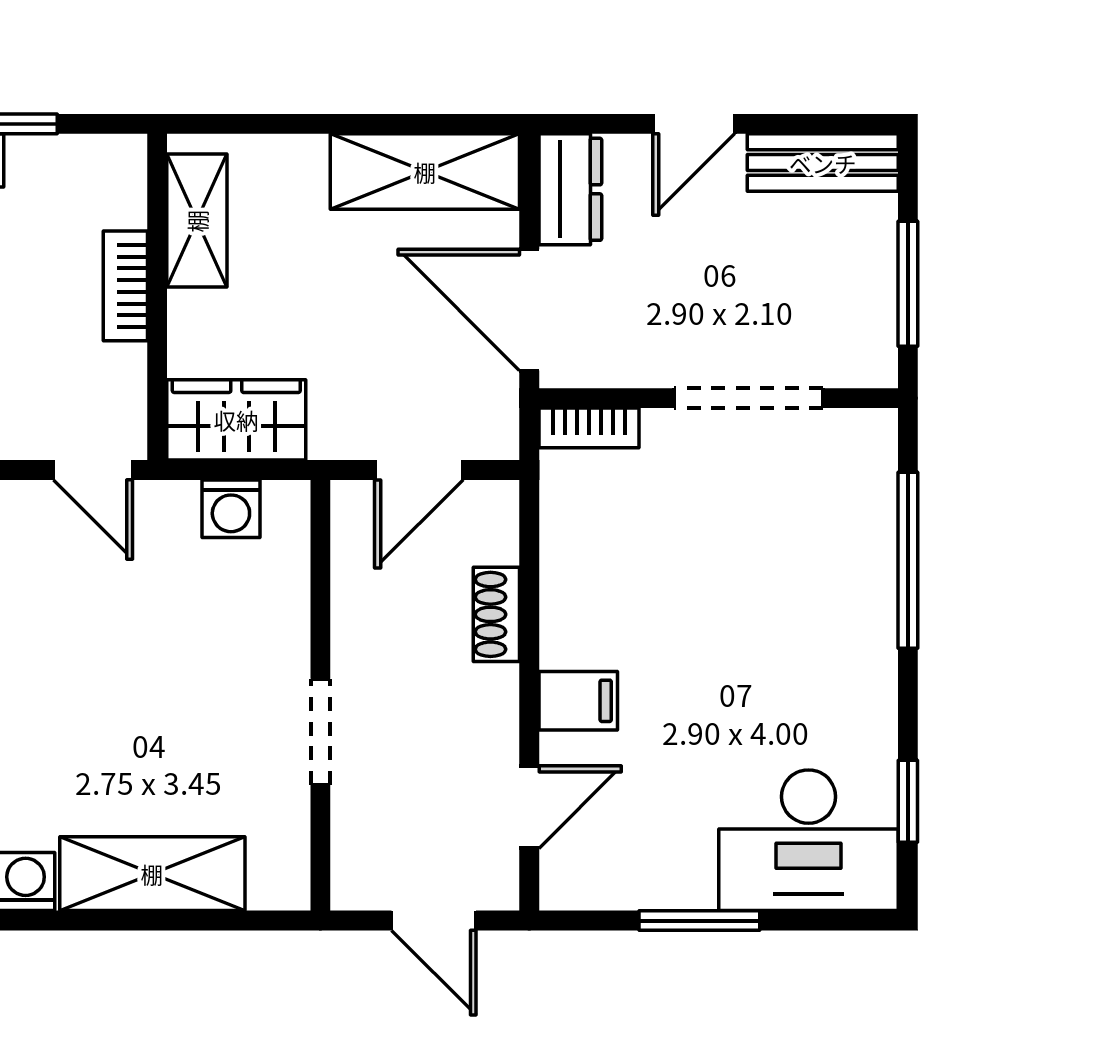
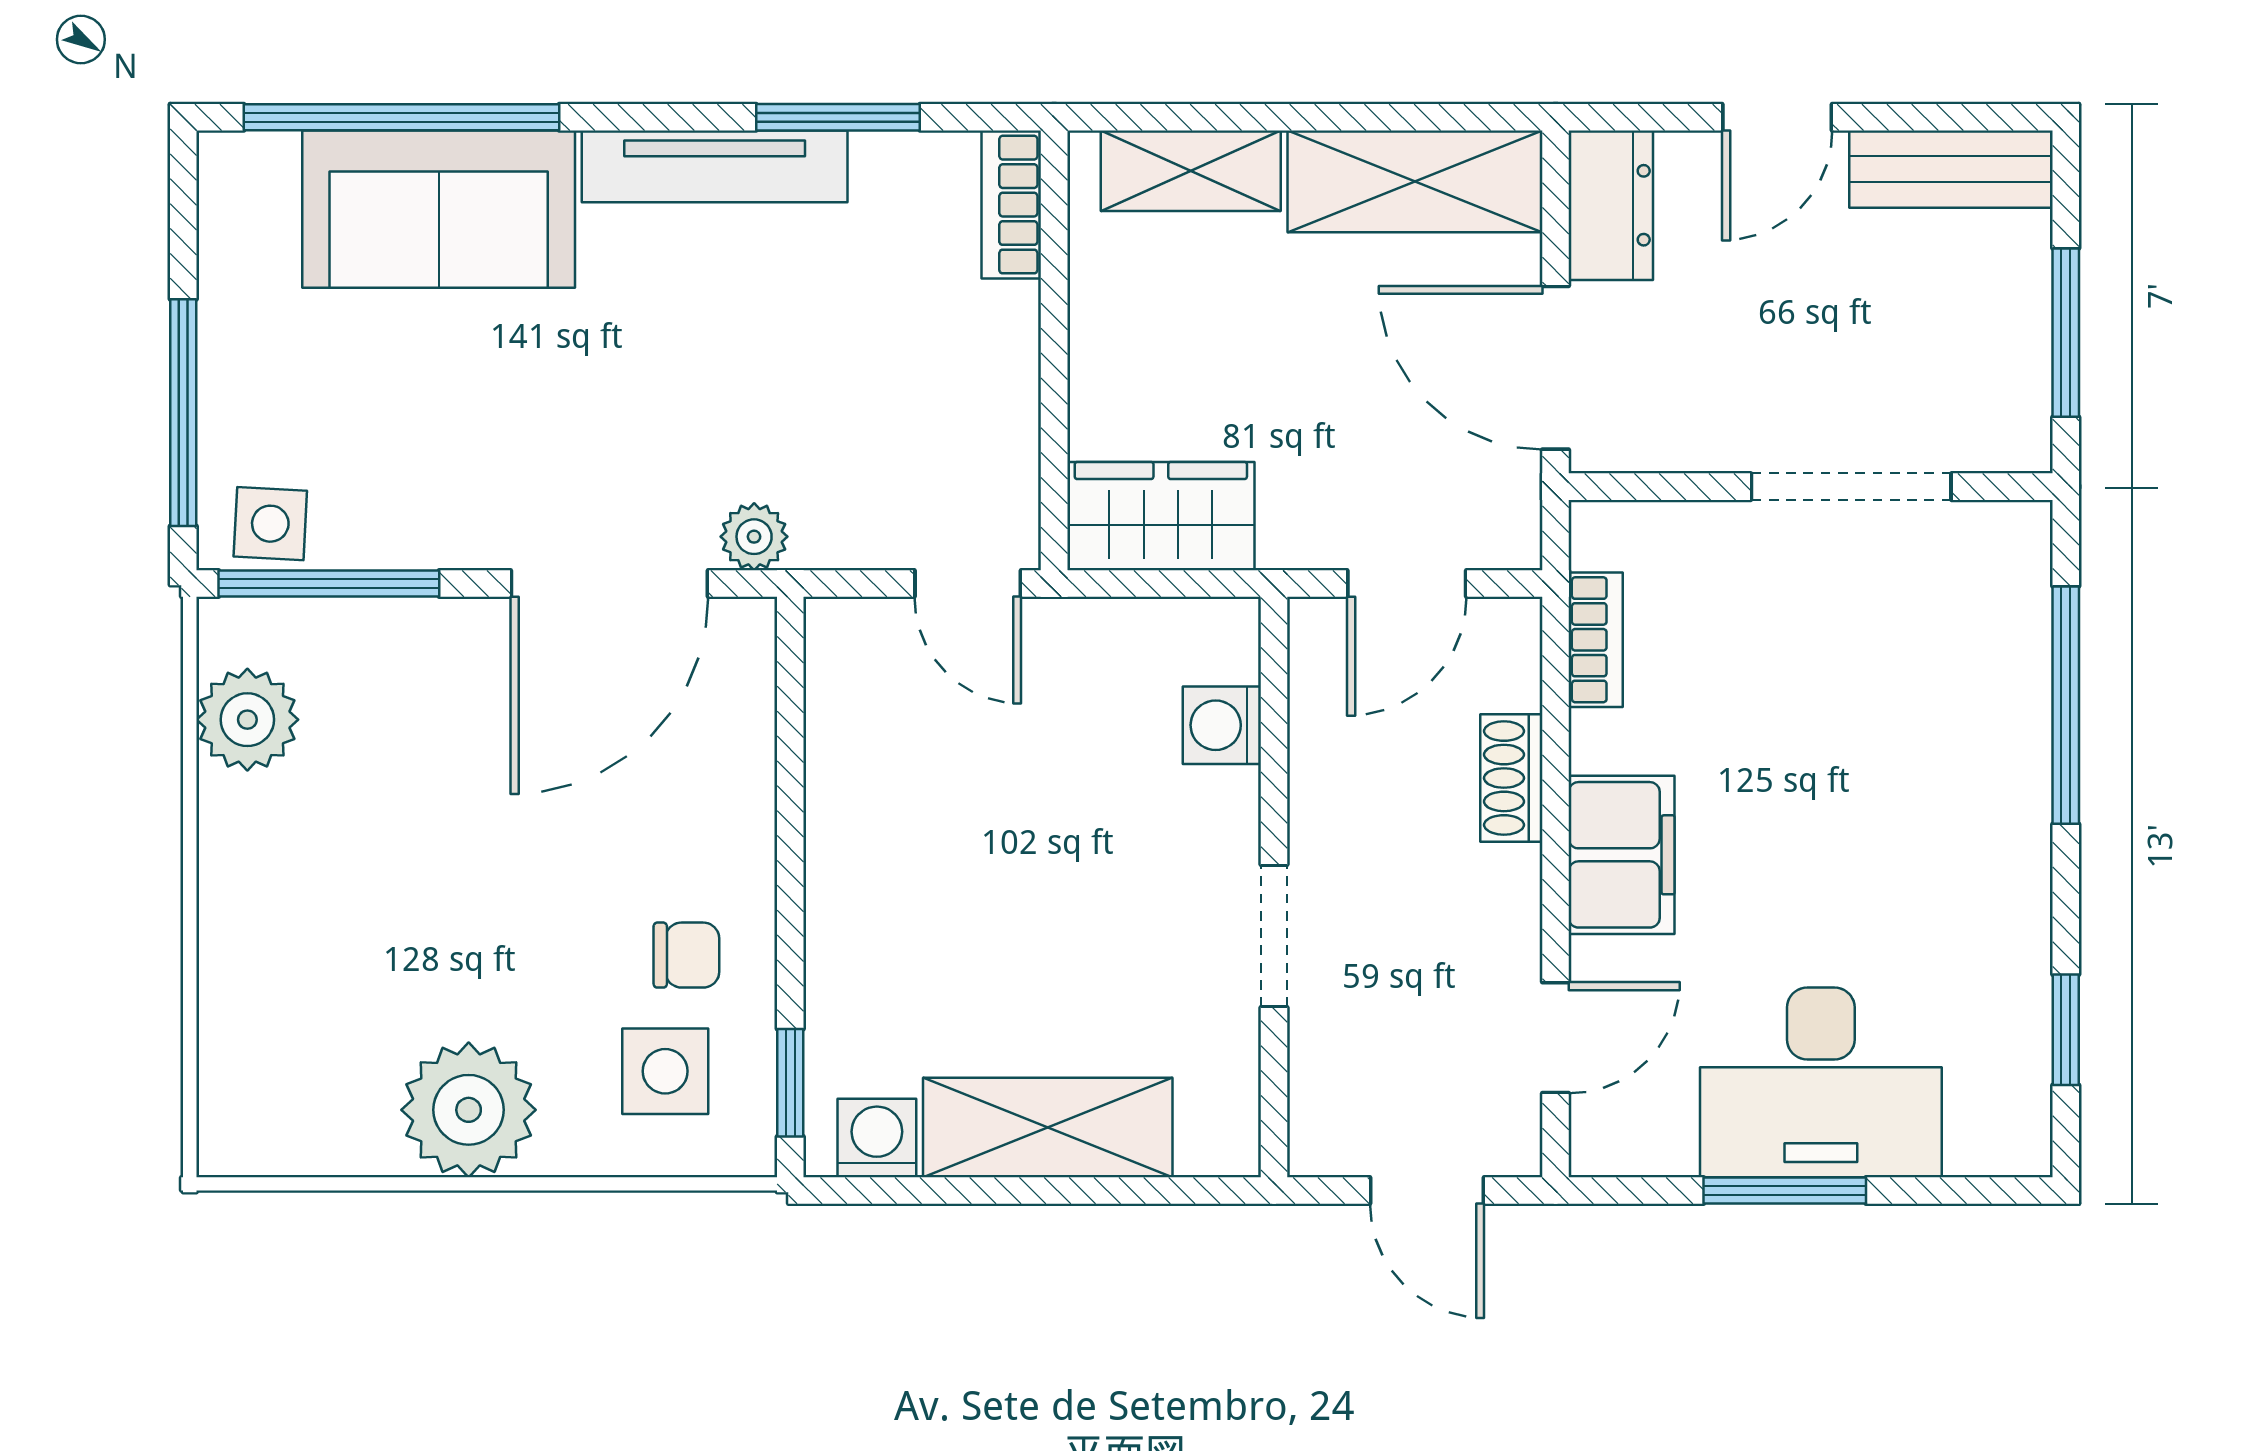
shelving: (197, 221) -> (1191, 171), moved, turned 90
bookcase: (125, 286) -> (1011, 205), moved
bookcase: (589, 428) -> (1596, 640), moved, turned -90
washing machine: (231, 509) -> (1222, 725), moved, turned 90
filing cabinet: (578, 701) -> (1622, 855), width x2.00
desk: (808, 840) -> (1821, 1082), moved

